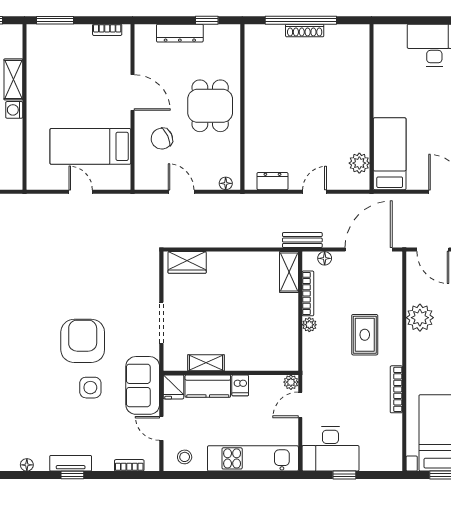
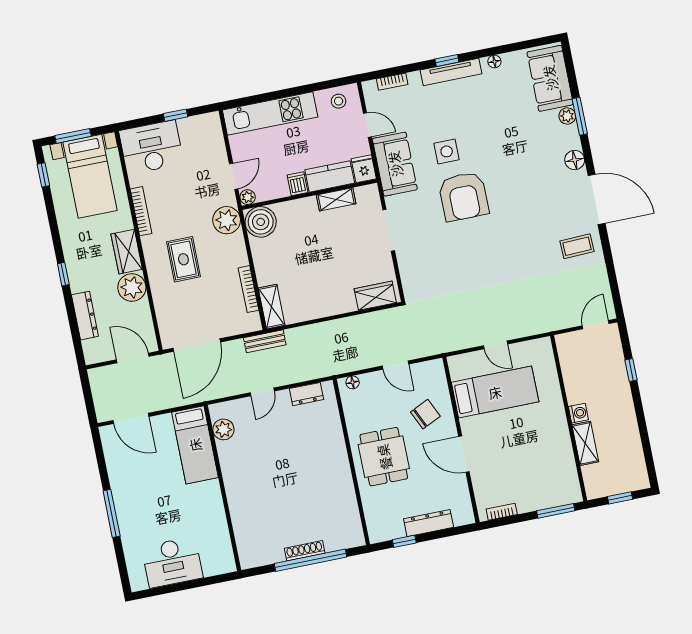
floor lamp: (325, 258) -> (239, 327), removed
plant: (309, 325) -> (227, 220), moved, width x1.87, depth x1.87
wardrobe: (418, 353) -> (127, 252), added
boiler: (283, 356) -> (261, 222), added
desk: (330, 449) -> (151, 147), moved
tv unit: (71, 463) -> (451, 72), width x1.41

